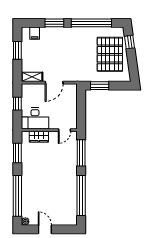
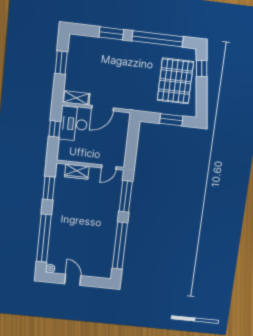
filing cabinet: (35, 33) -> (85, 43), removed
window: (100, 86) -> (171, 120), moved
desk: (35, 118) -> (73, 124), moved, turned 90

